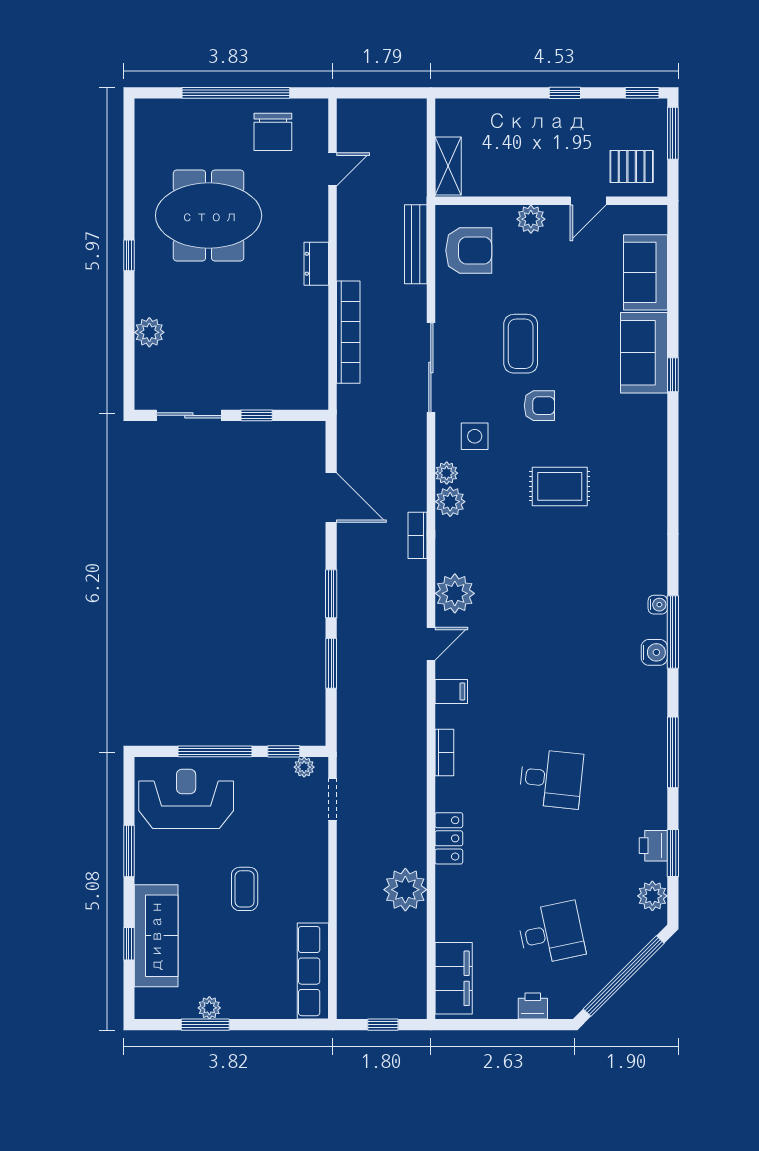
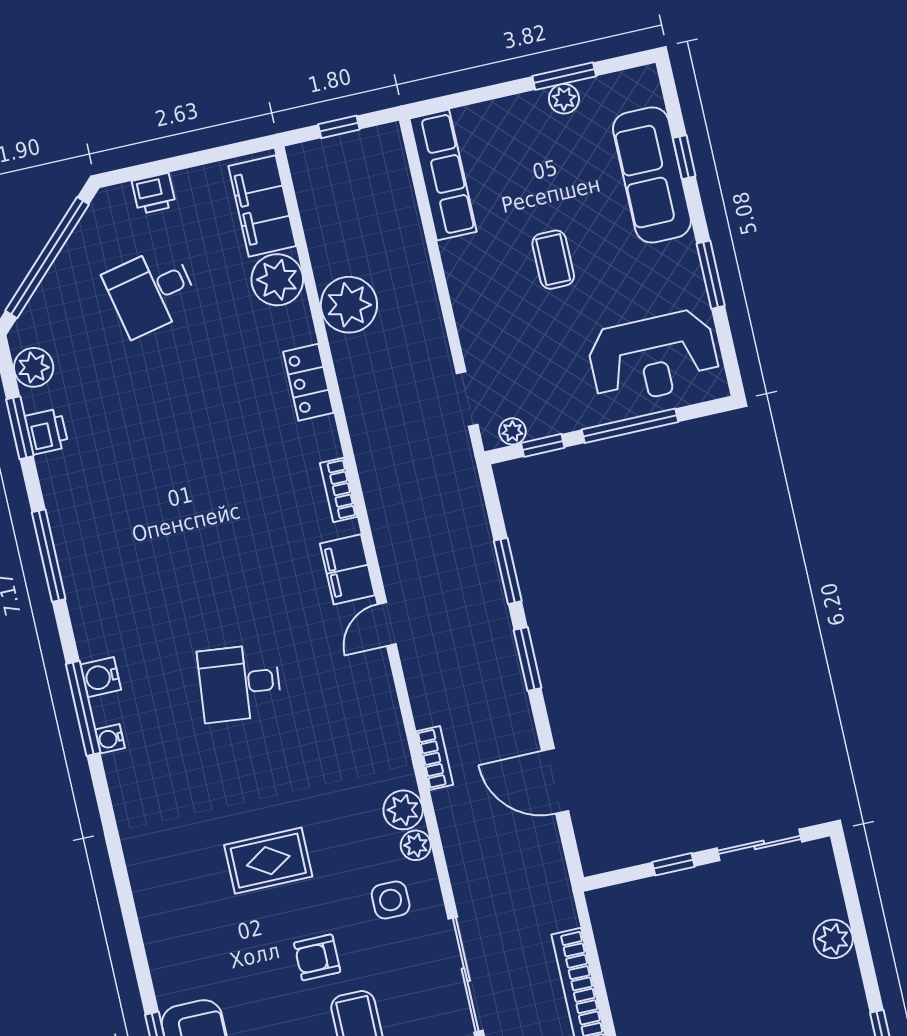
plant: (455, 593) -> (277, 280), moved
filing cabinet: (451, 691) -> (347, 569), width x2.00
desk: (551, 779) -> (240, 683), moved

